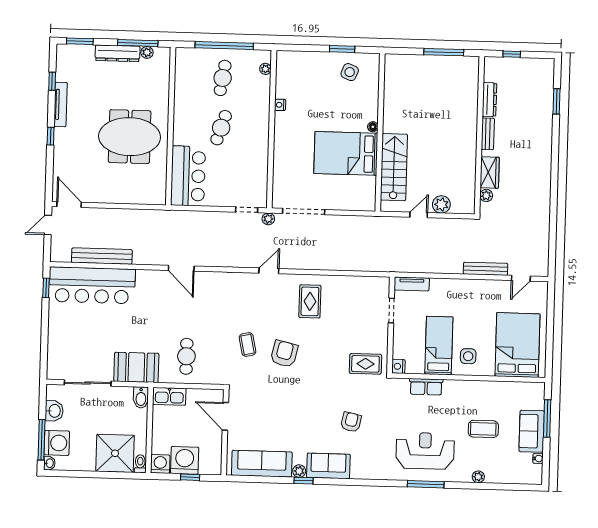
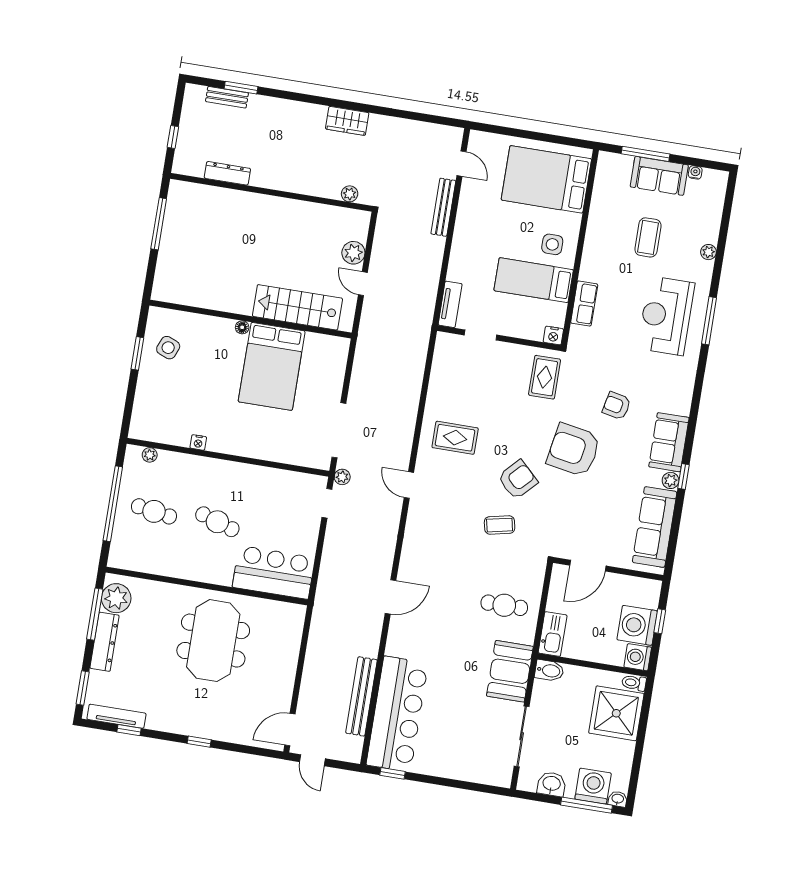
plant: (147, 52) -> (116, 598), width x1.88, depth x1.88
tv unit: (61, 104) -> (116, 716), moved
bench: (488, 134) -> (227, 97), moved
wardrobe: (490, 172) -> (347, 121), moved, turned 180
armchair: (284, 354) -> (518, 480), turned 121
armchair: (313, 394) -> (574, 450), added

